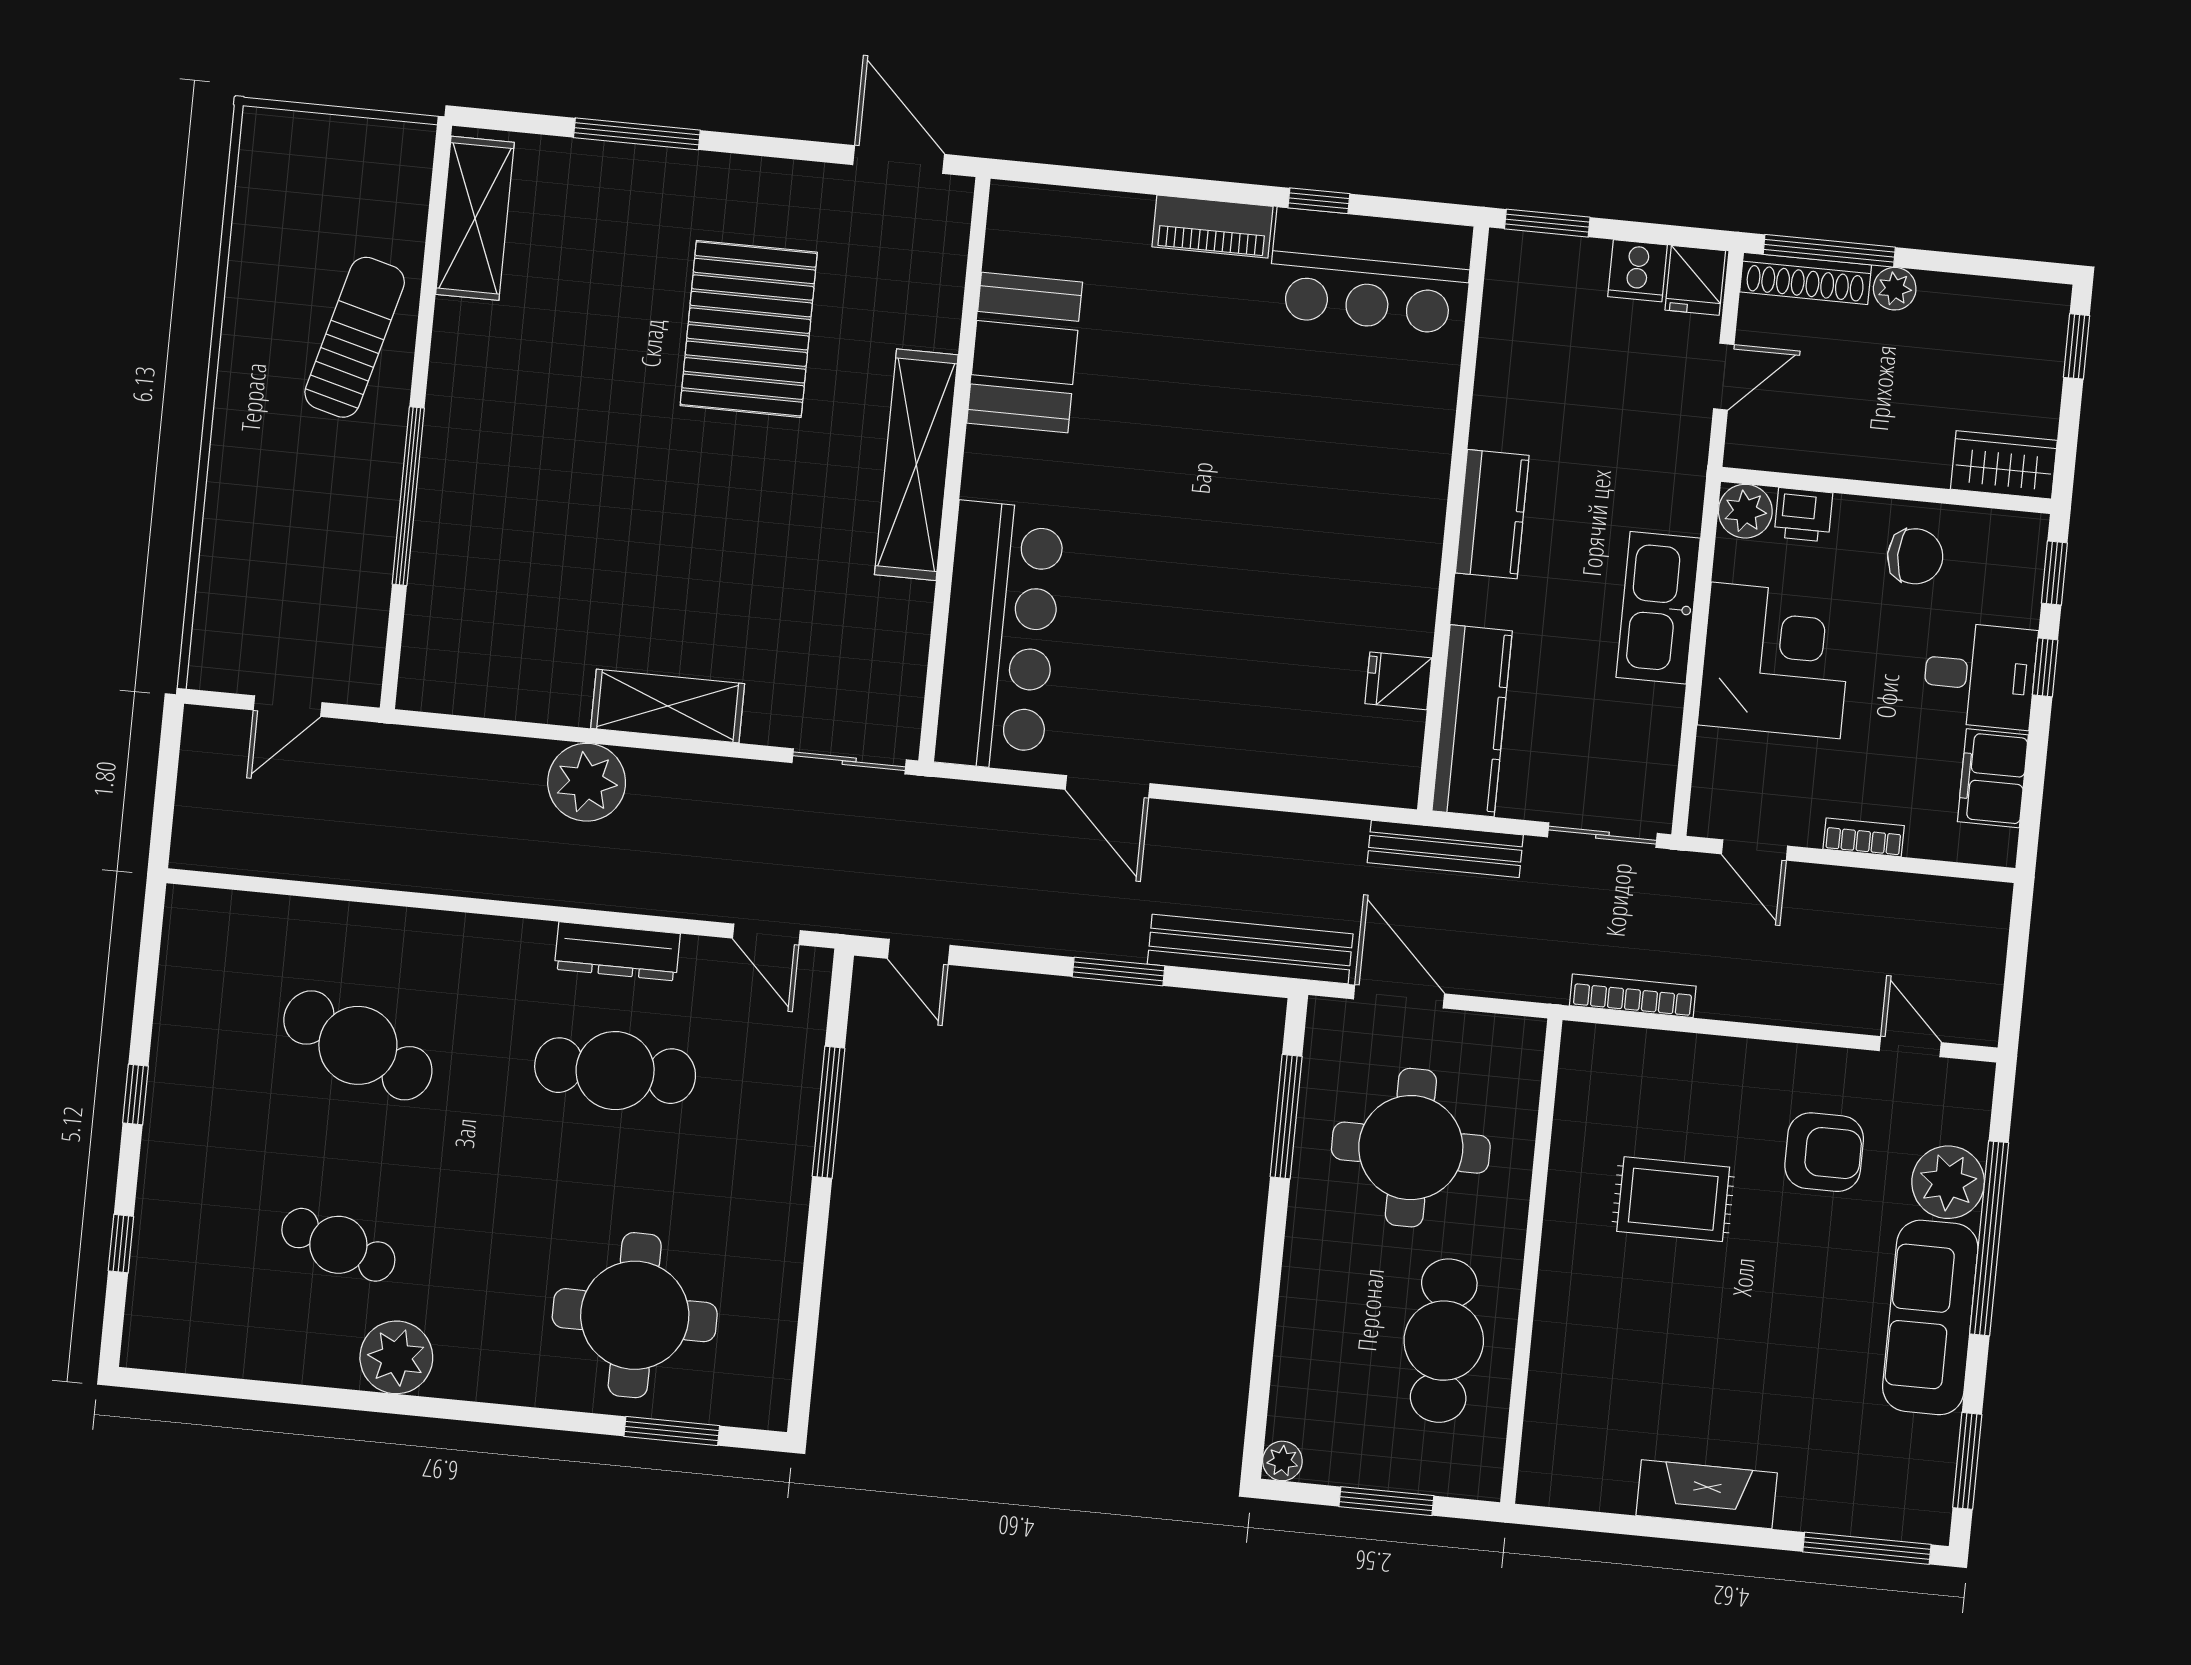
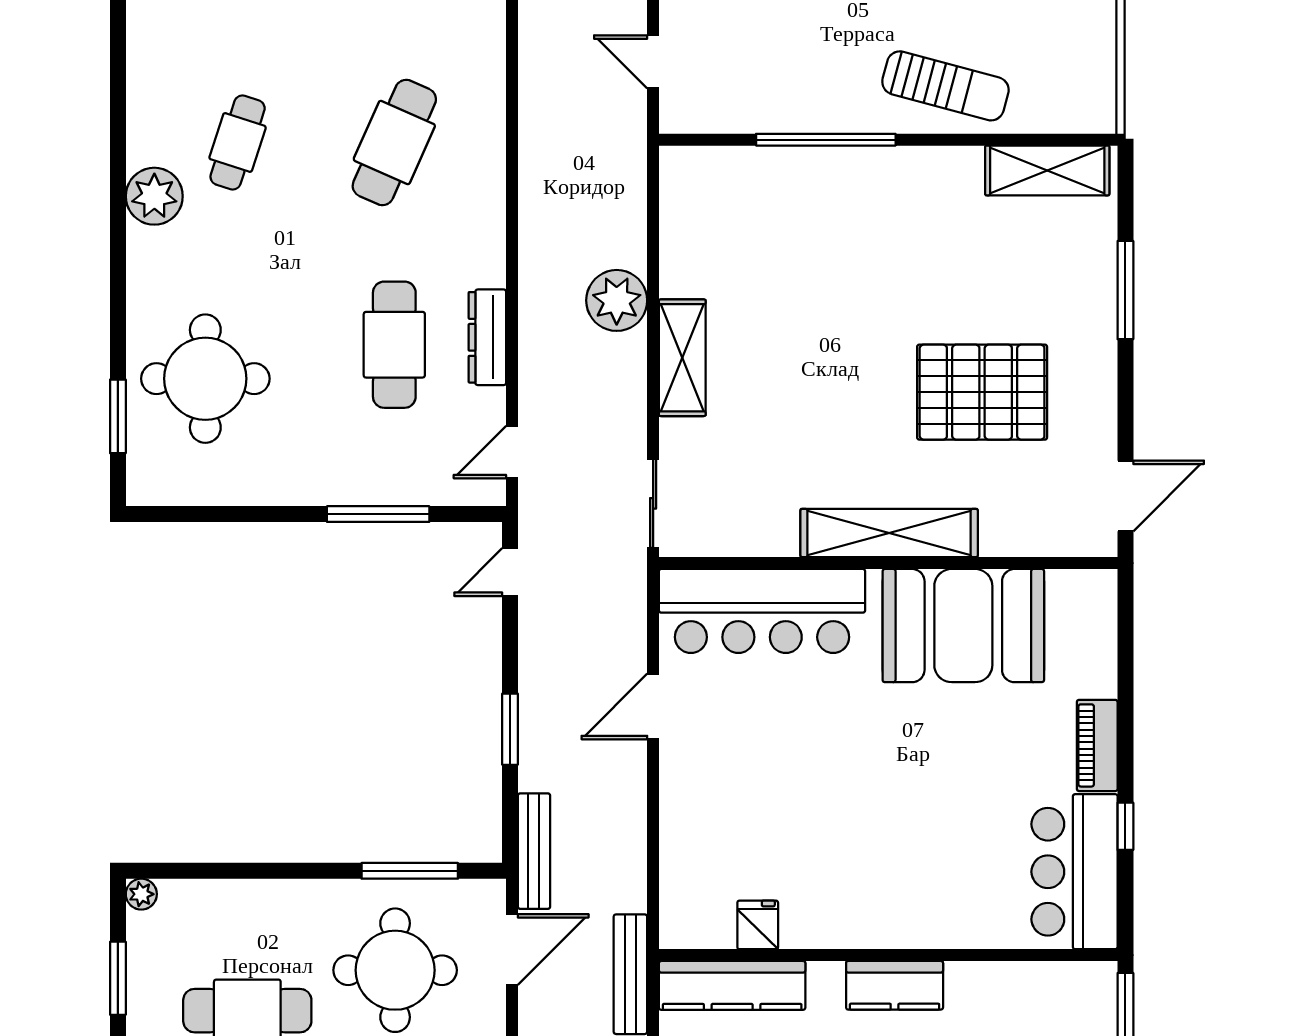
booth: (1025, 353) -> (963, 626), width x1.36, depth x1.42
bench: (1250, 949) -> (534, 851), width x0.73, depth x0.82

